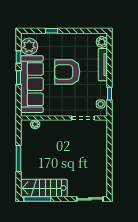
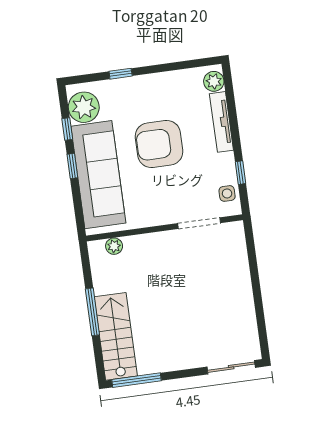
stairs: (44, 188) -> (116, 336), moved, turned 90

